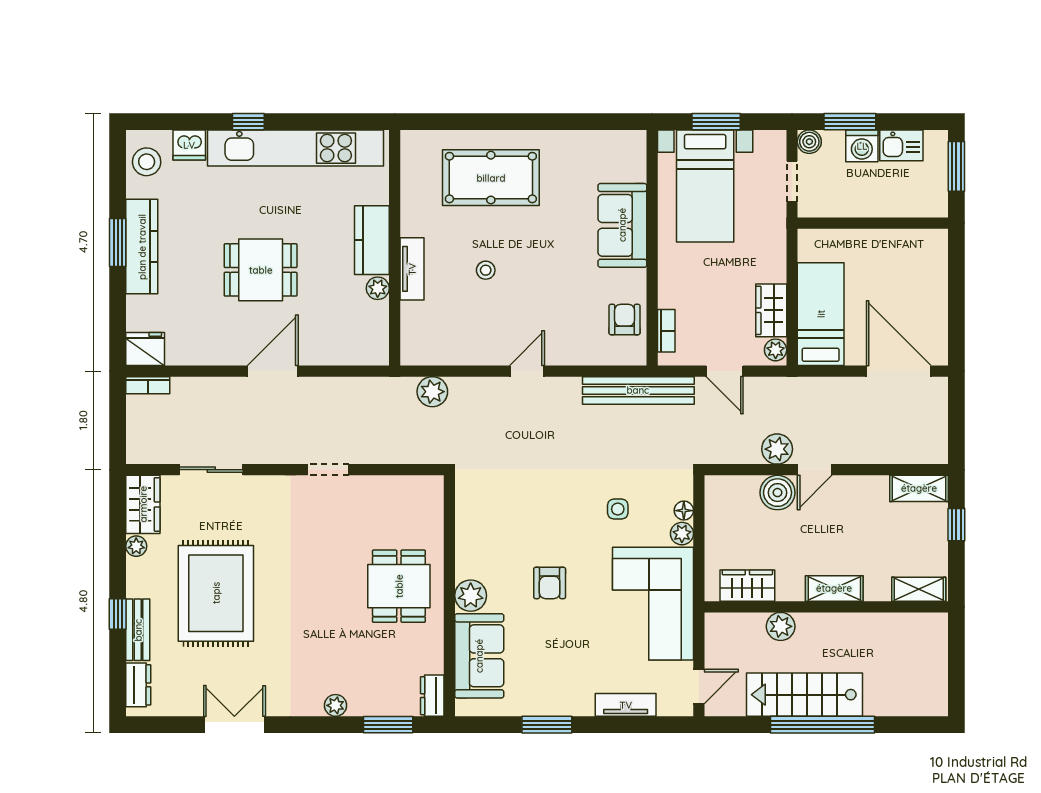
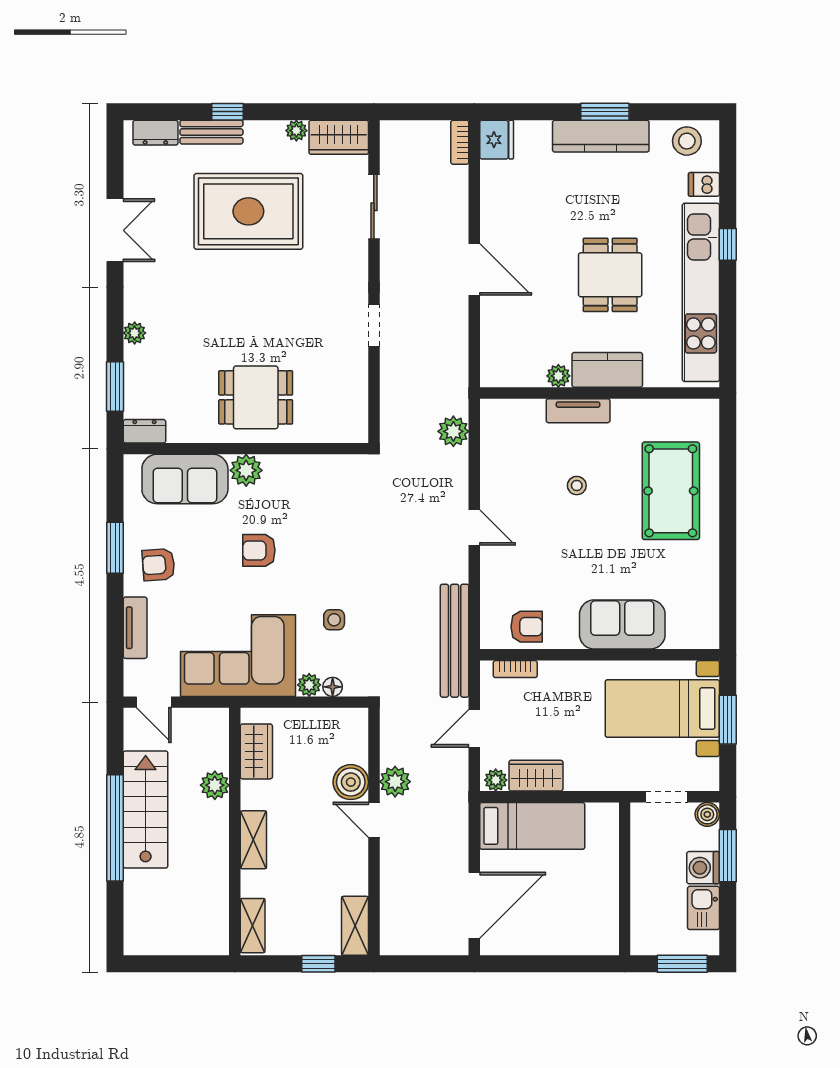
dishwasher: (189, 145) -> (704, 184), width x0.73
dining table: (261, 270) -> (610, 275), moved
armchair: (564, 682) -> (158, 565), added

